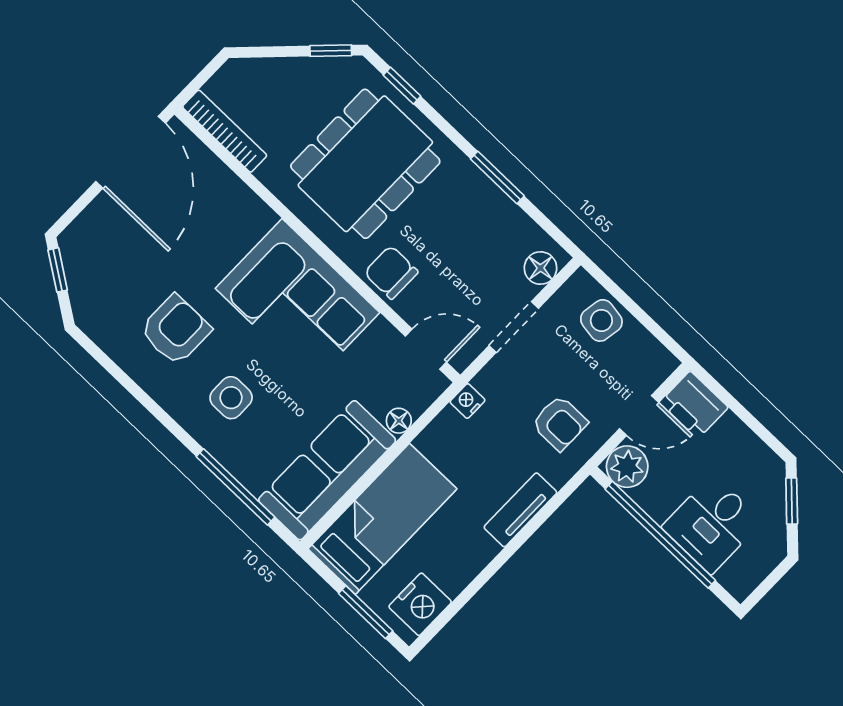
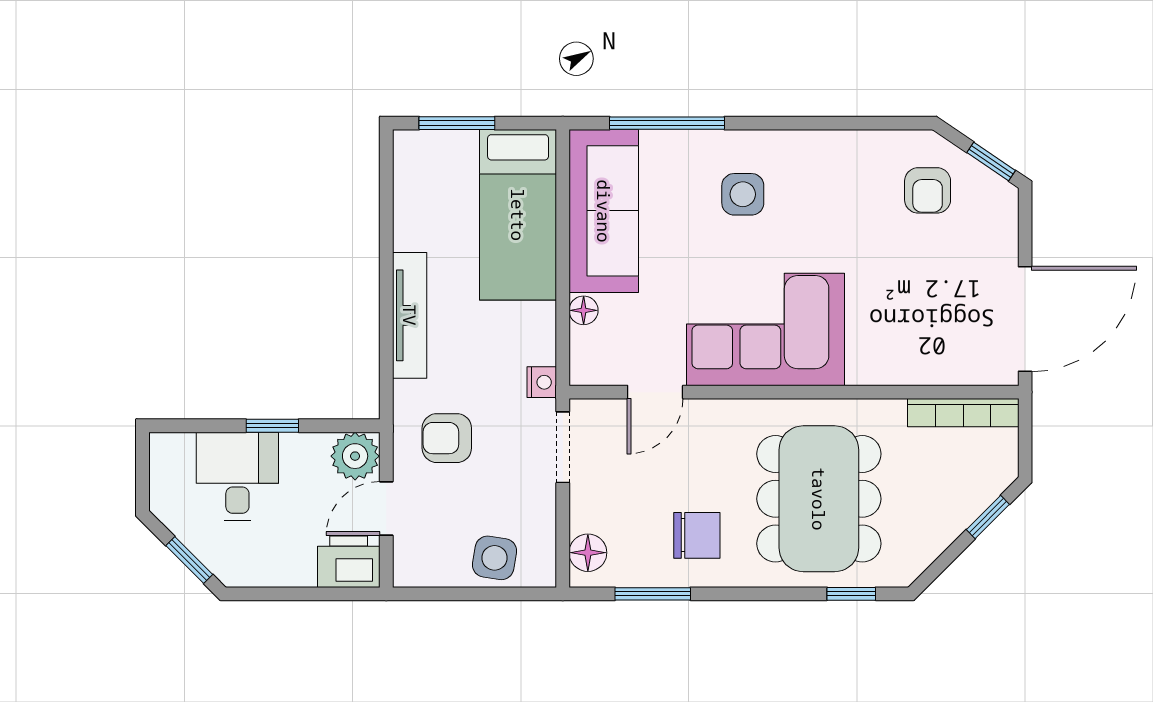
window: (331, 51) -> (988, 517), moved
door: (131, 152) -> (1025, 319), swing flipped
window: (497, 177) -> (653, 594), moved
chair: (391, 272) -> (697, 535), moved
doorway: (514, 327) -> (563, 447), moved
armchair: (175, 330) -> (928, 190), moved, width x0.72, depth x0.72
door: (426, 349) -> (655, 392), moved
tv unit: (520, 510) -> (410, 315), width x1.41
window: (660, 535) -> (272, 426), width x0.32
nightstand: (420, 604) -> (418, 174), removed

